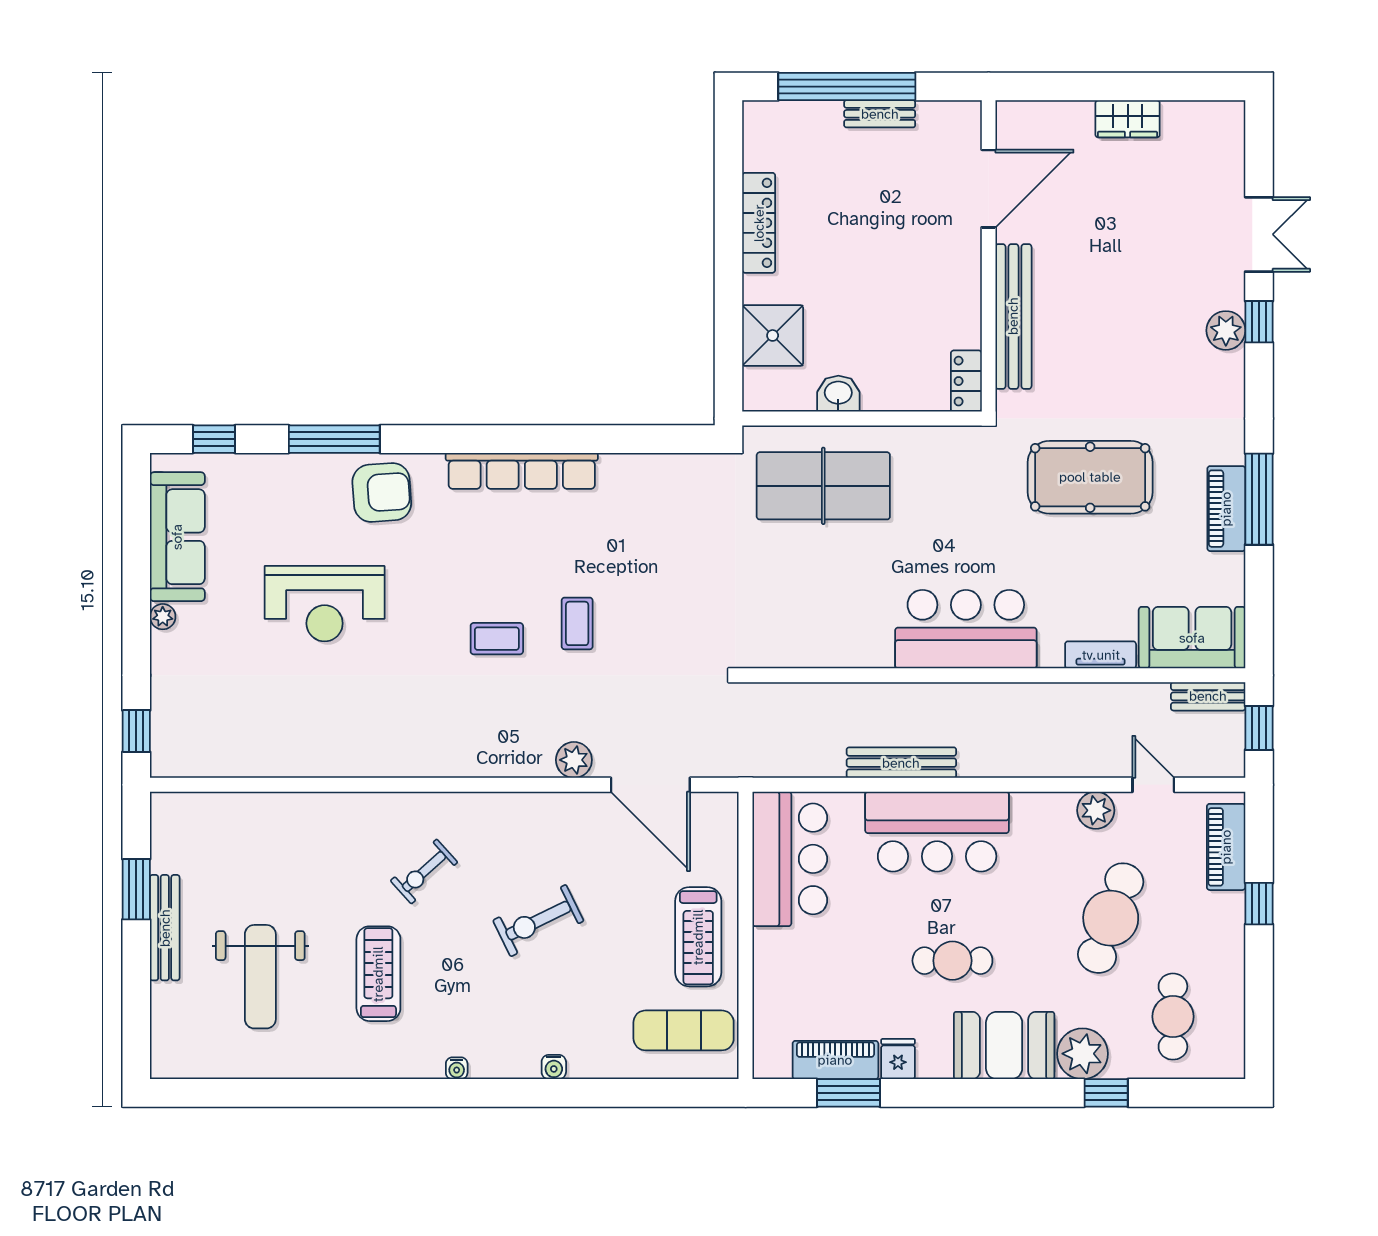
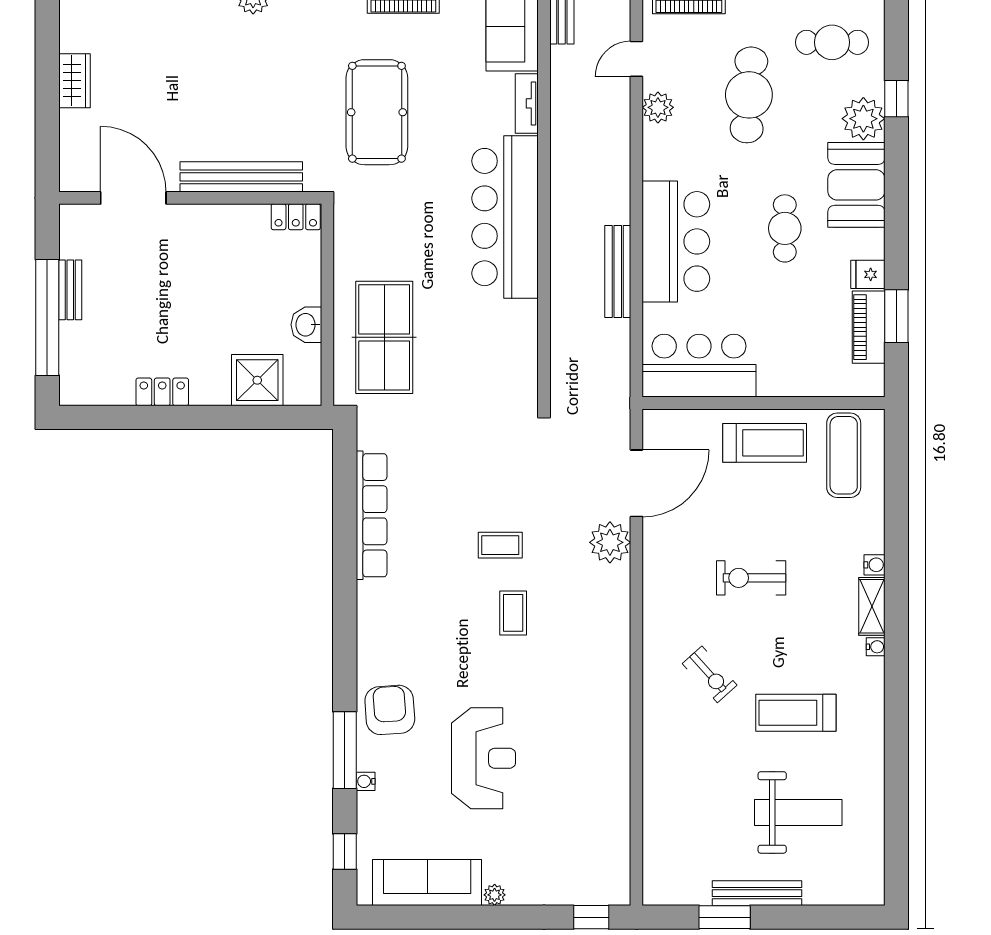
locker: (759, 223) -> (162, 392), width x0.66
water cooler: (297, 464) -> (366, 781), added
row of seats: (522, 471) -> (372, 515), moved
bar counter: (966, 629) -> (505, 217), width x1.36
plant: (574, 760) -> (610, 542), width x1.36, depth x1.36
cafe table: (1111, 918) -> (749, 95), turned 74
exercise bike: (538, 921) -> (751, 578), turned 116
shelving: (505, 1064) -> (872, 606), added

